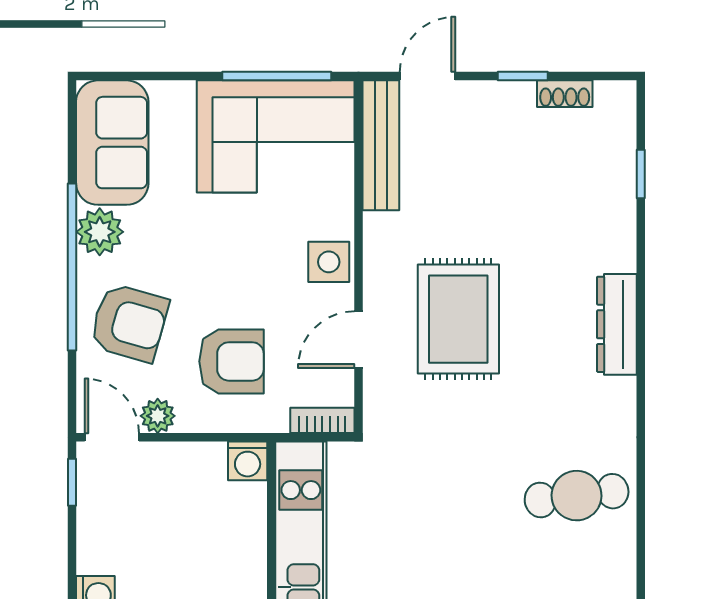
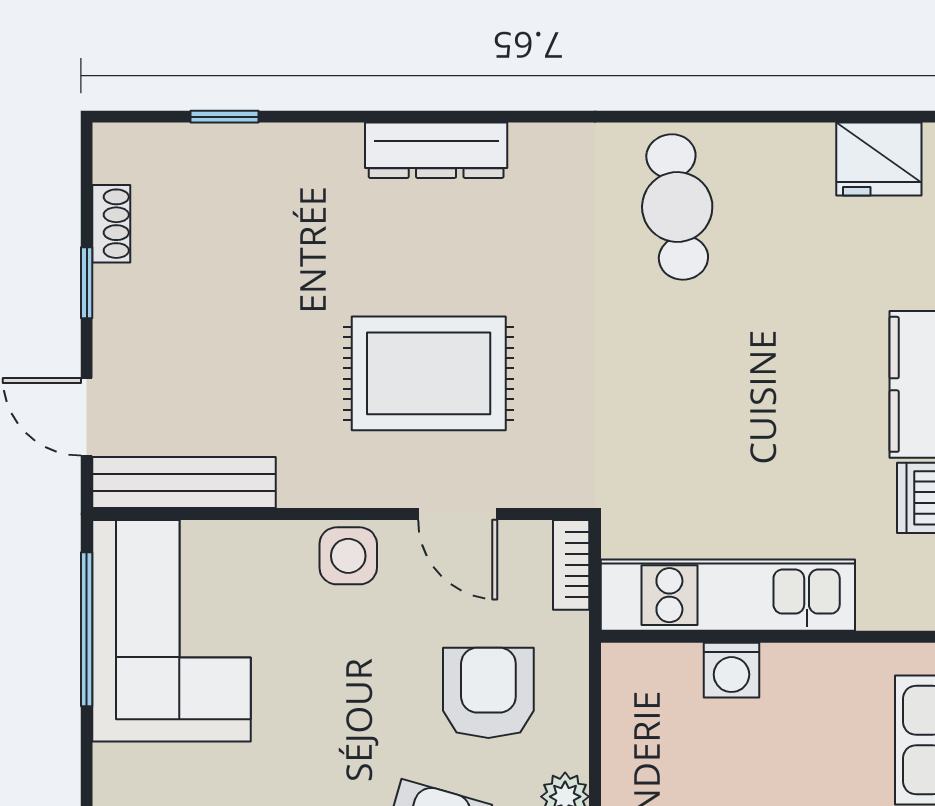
washing machine: (248, 461) -> (731, 670), moved, turned 90

